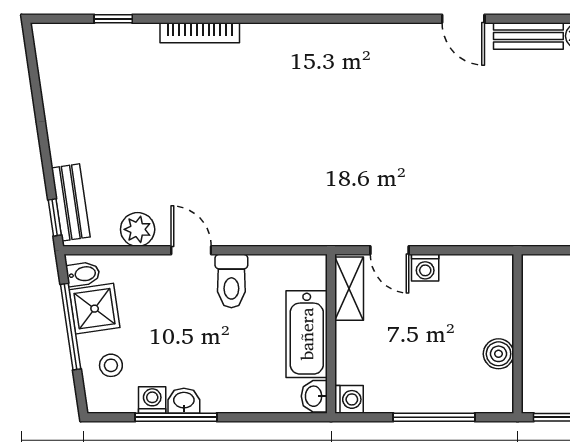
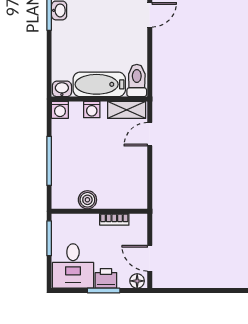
washing machine: (425, 268) -> (92, 109), moved, turned -90
toilet: (231, 281) -> (137, 81), moved, turned 90
bookcase: (531, 309) -> (114, 219), added

